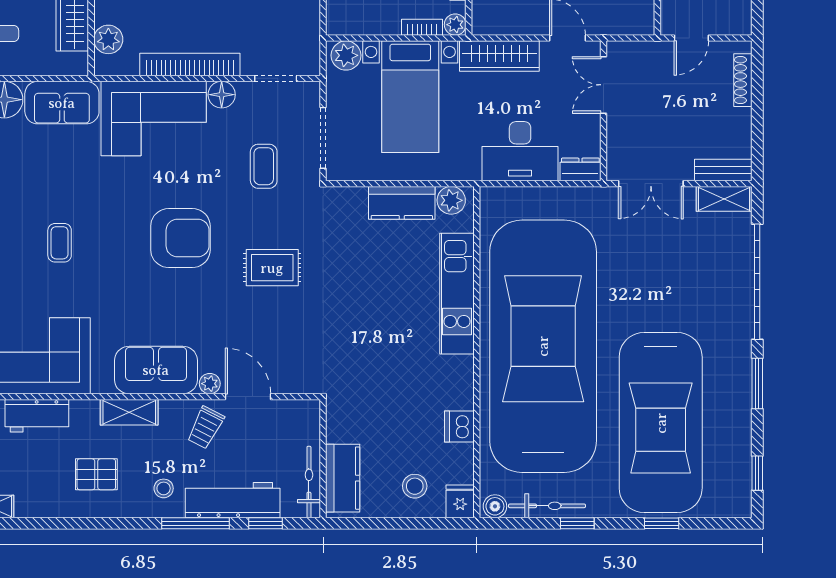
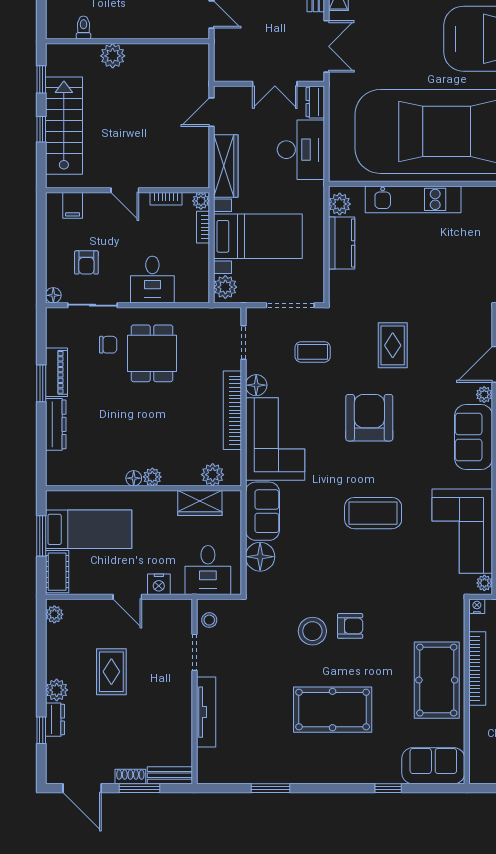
double door: (603, 85) -> (275, 84), moved
coffee table: (60, 243) -> (373, 513), width x1.86, depth x1.72

